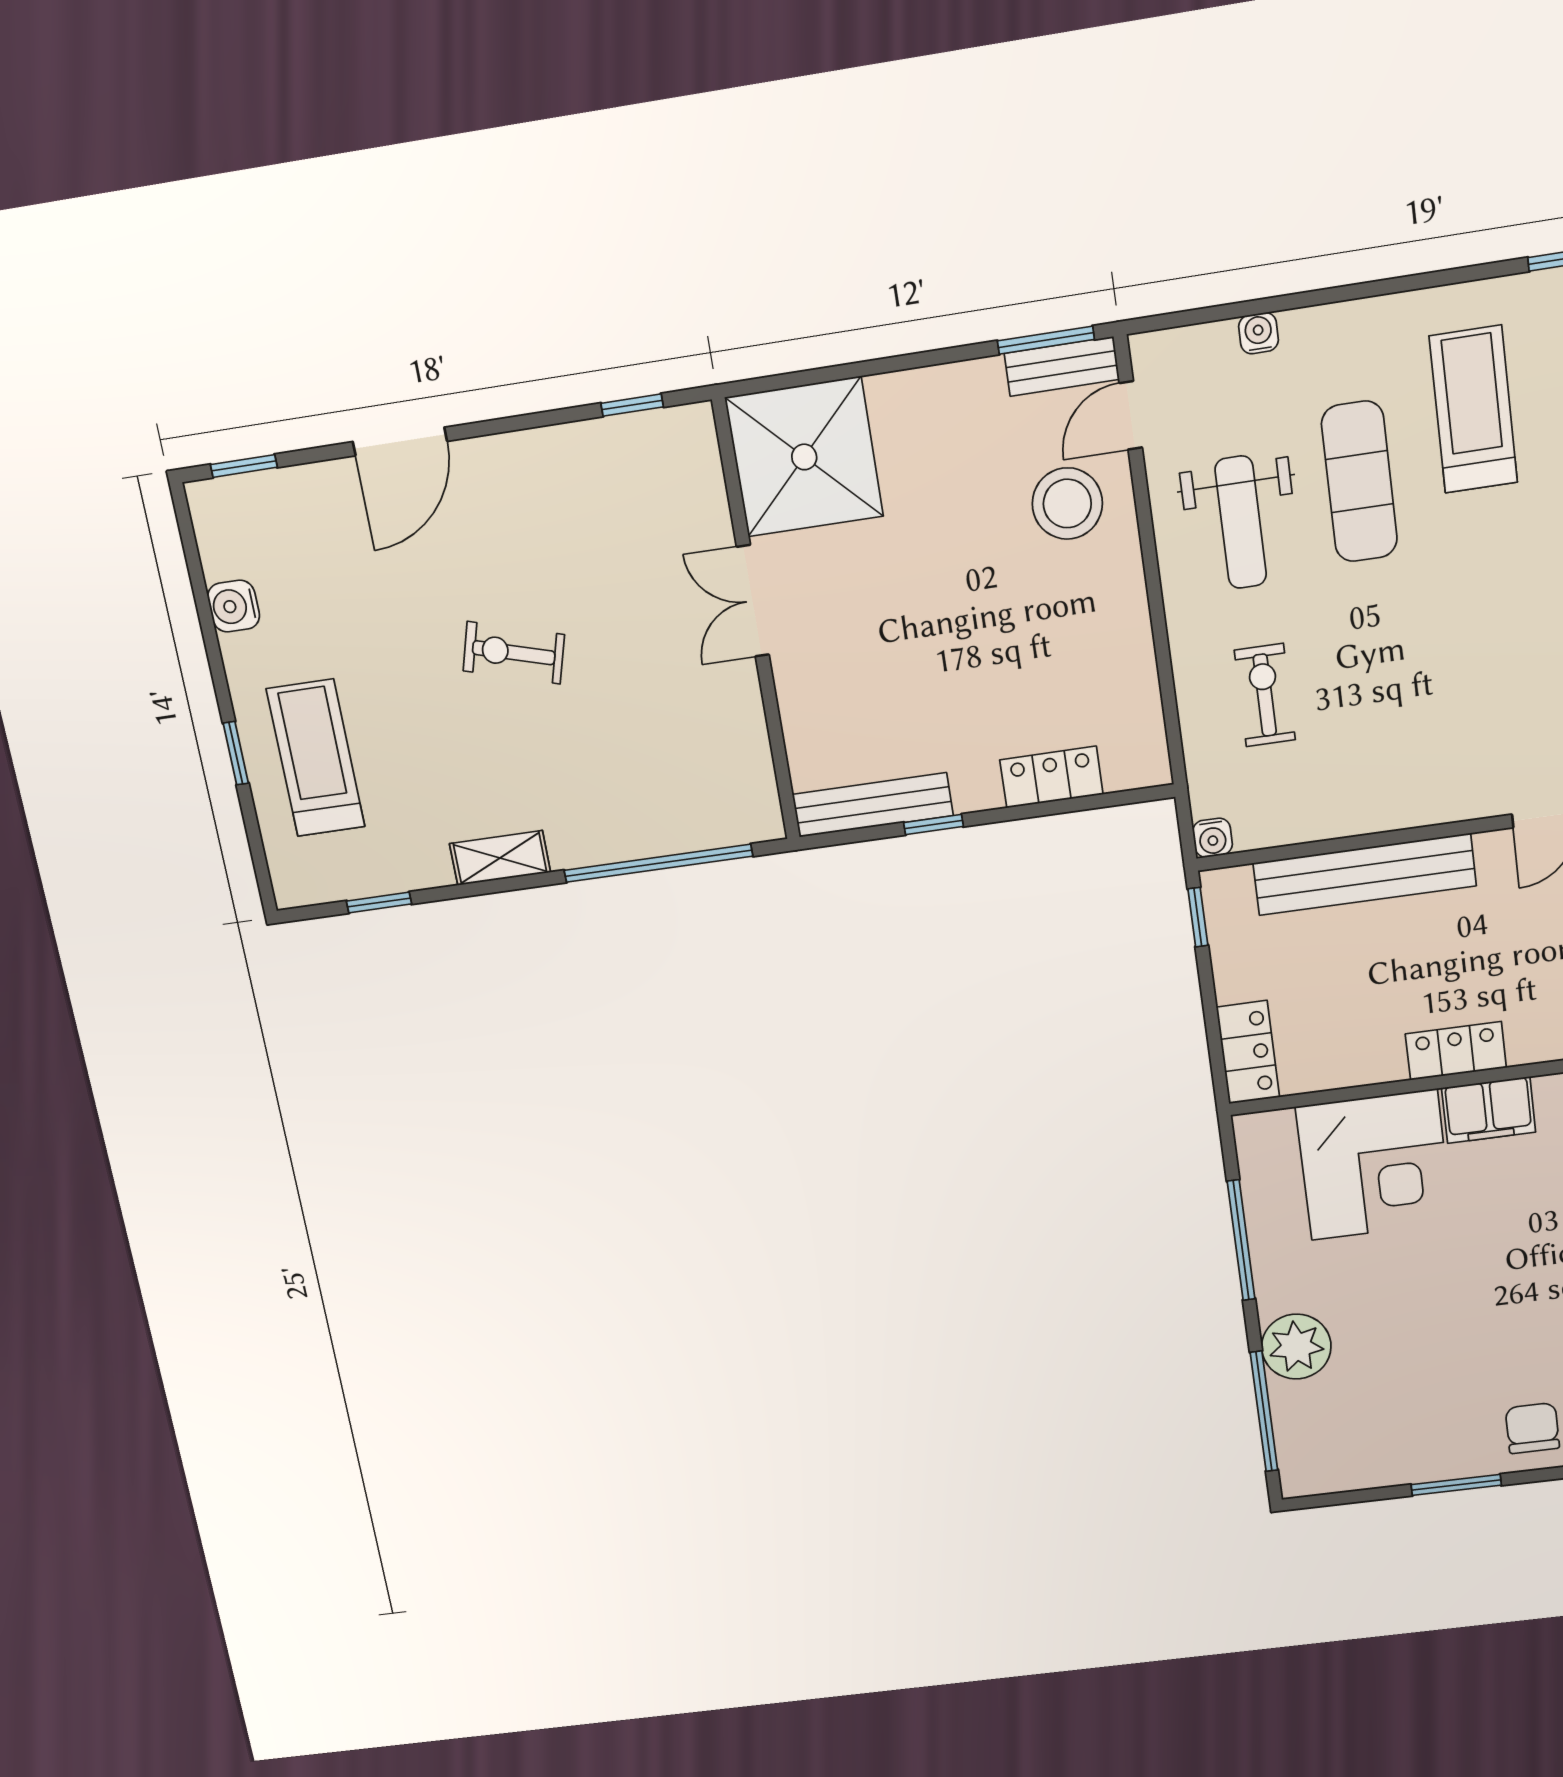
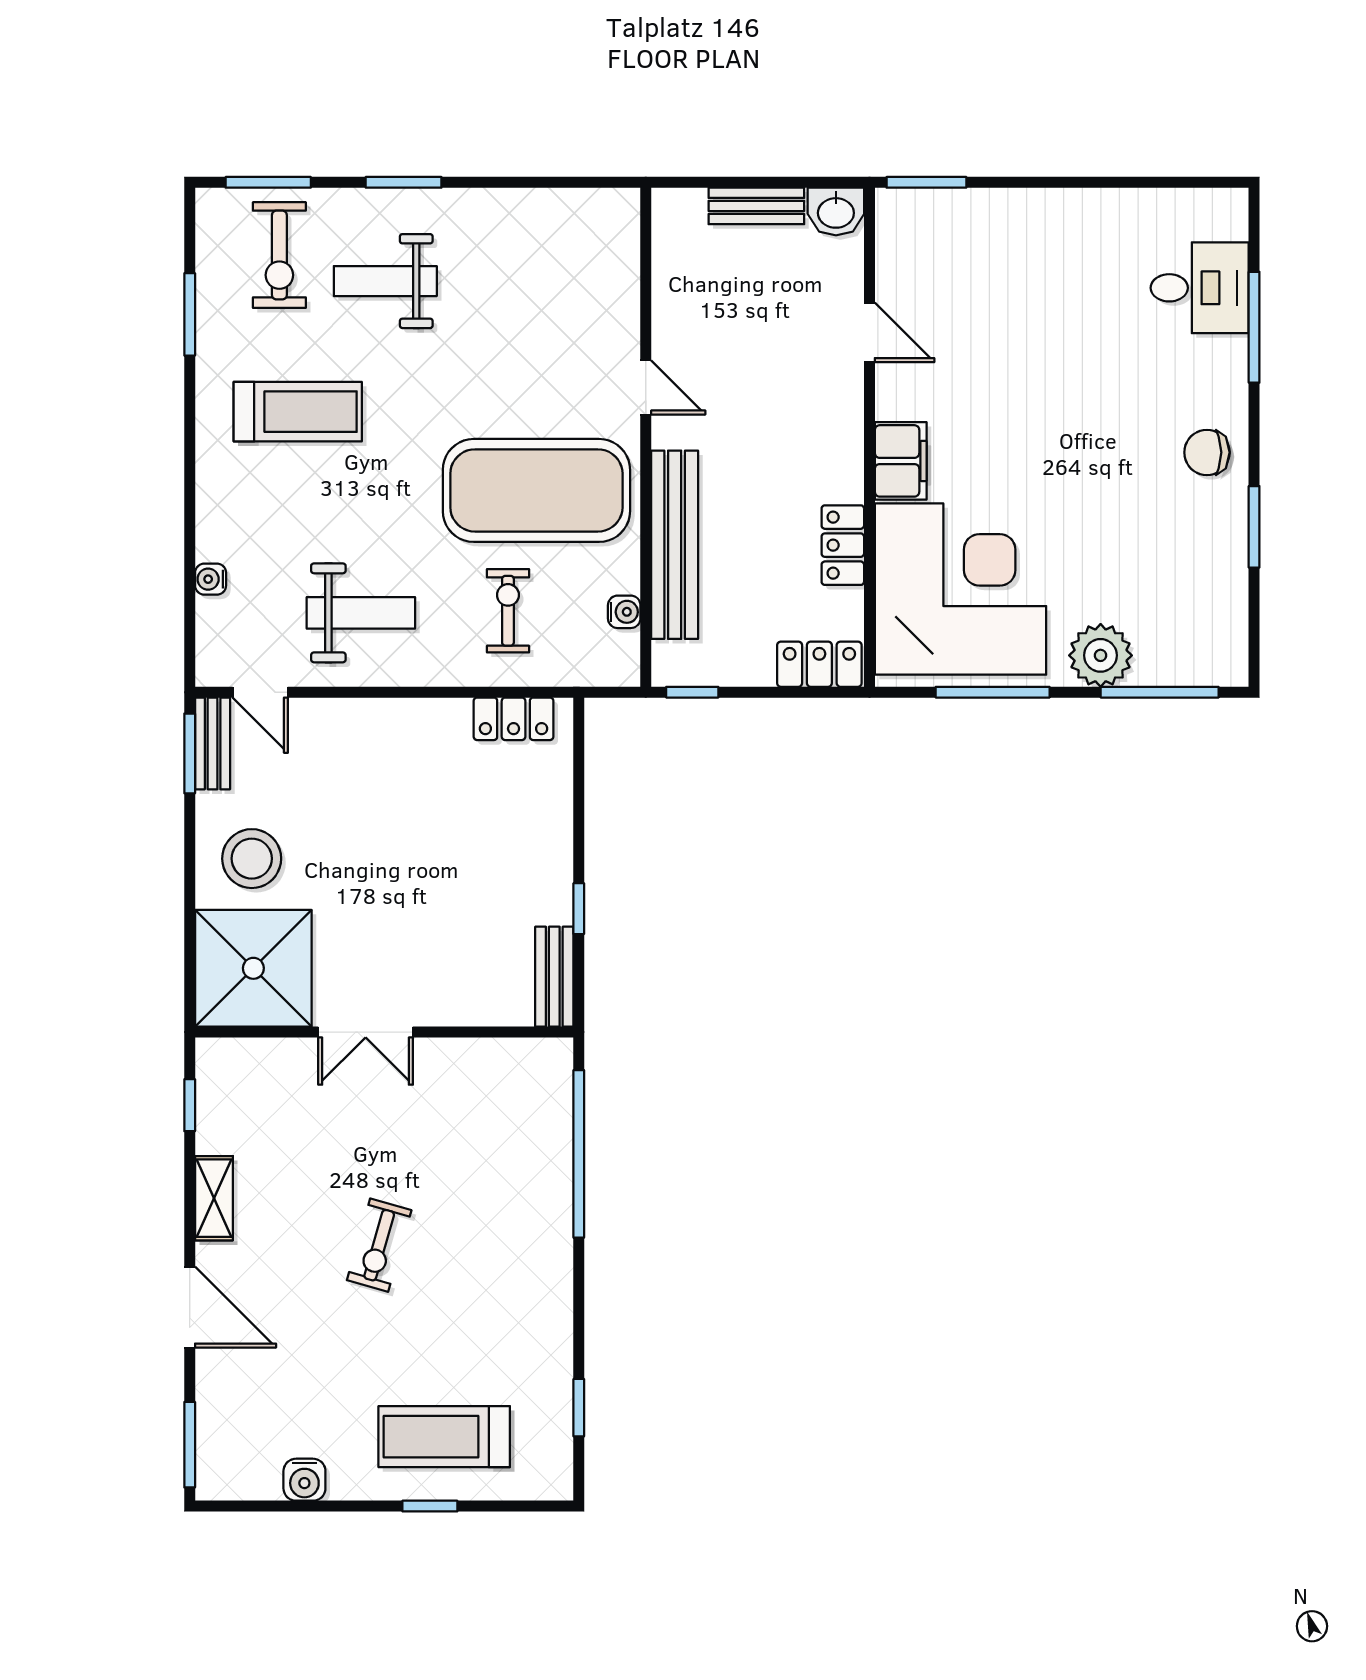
treadmill: (1473, 409) -> (298, 412), turned 180
window: (244, 466) -> (190, 1445), width x1.50
exercise mat: (1359, 482) -> (536, 490), moved, width x2.00, depth x1.45
stool: (1067, 504) -> (252, 859), moved
exercise bike: (1265, 695) -> (508, 611), turned 90
locker: (1051, 777) -> (514, 719), moved, turned -90
bench: (873, 805) -> (554, 977), width x0.73
water cooler: (1213, 838) -> (624, 612), moved
shelving: (500, 858) -> (214, 1198), moved
locker: (1456, 1051) -> (843, 545), moved
corner desk: (1374, 1165) -> (960, 589), width x1.36, depth x1.36

